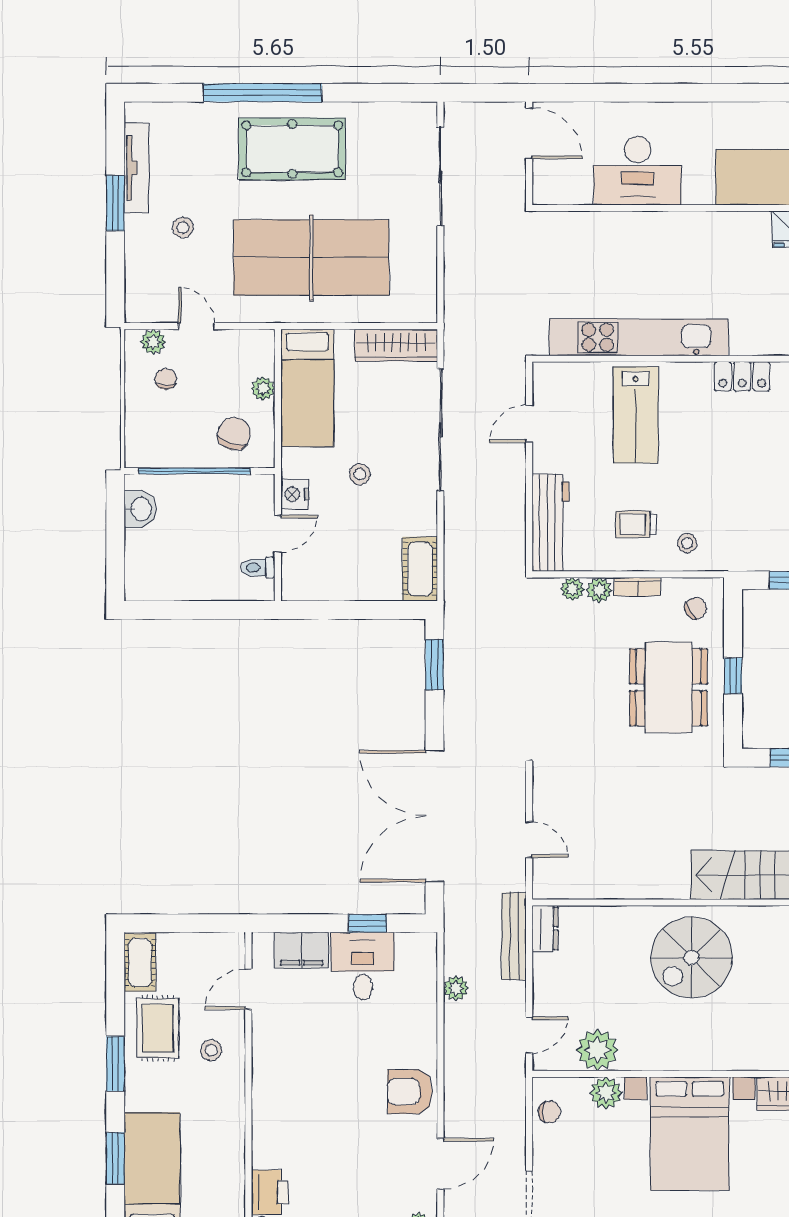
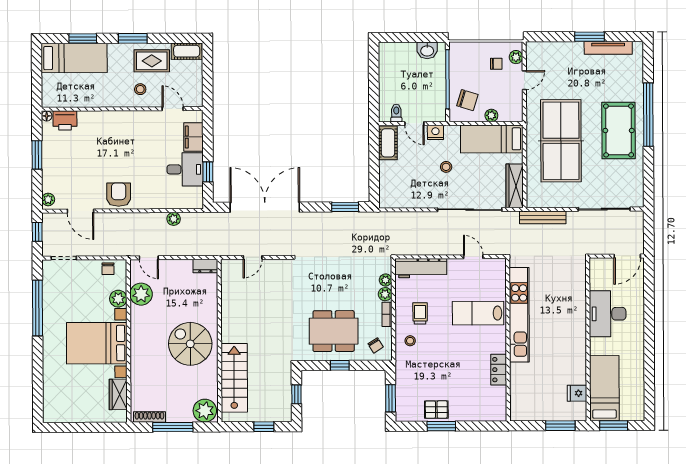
stool: (183, 228) -> (577, 73), removed
cot: (420, 569) -> (388, 143), moved, turned 90
bench: (514, 936) -> (543, 217), moved

